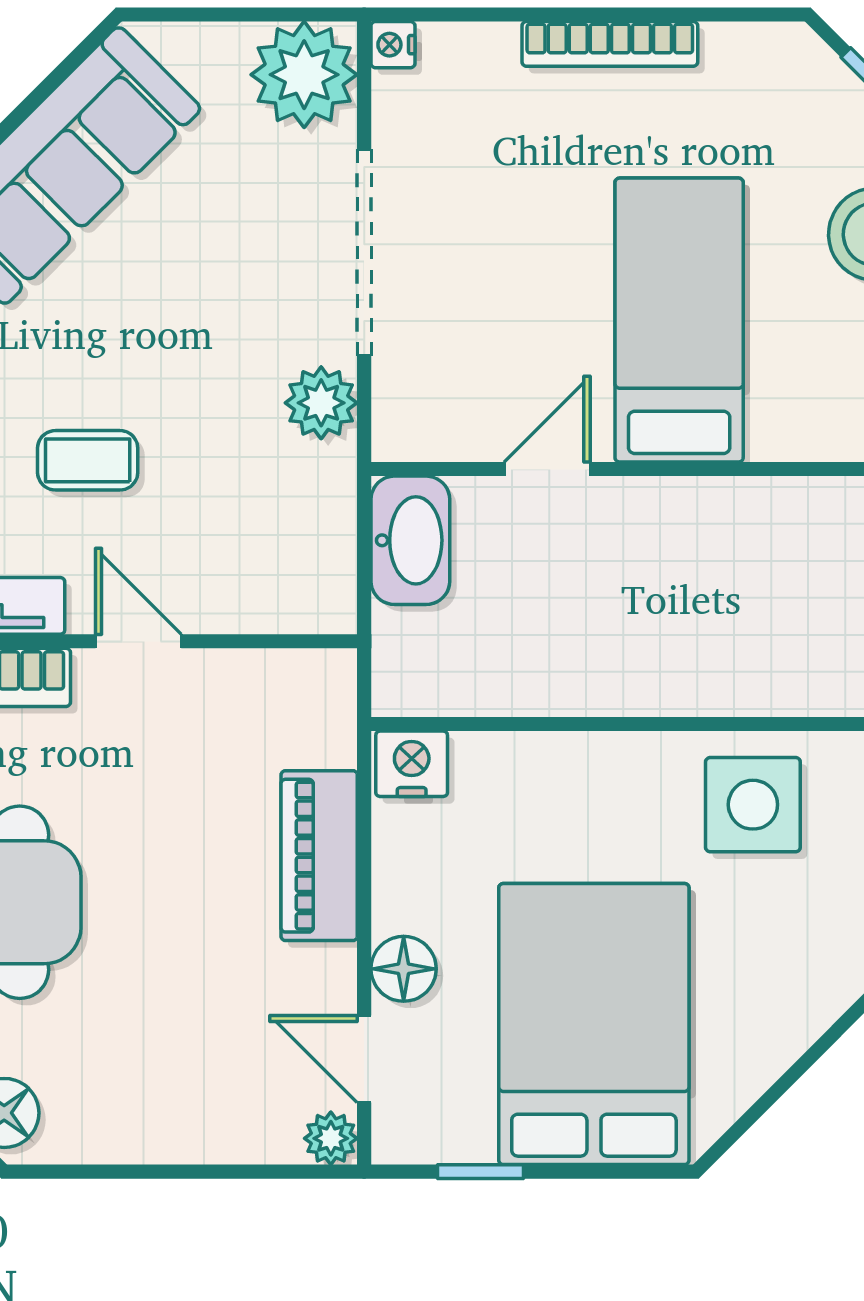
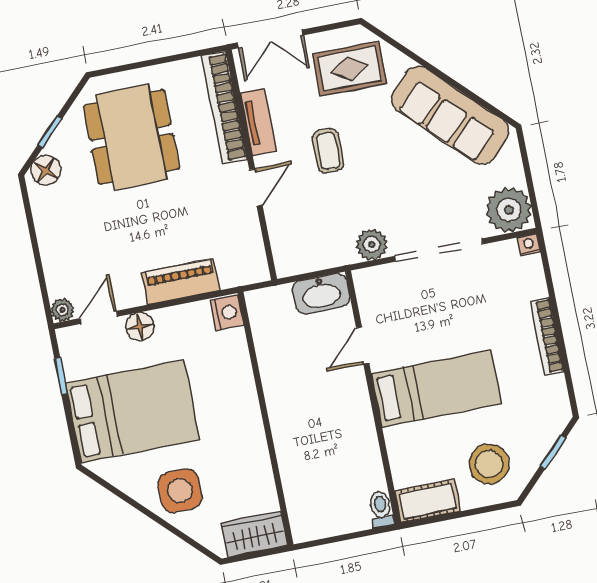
door: (547, 469) -> (363, 345), swing flipped
side table: (753, 805) -> (180, 491), moved

